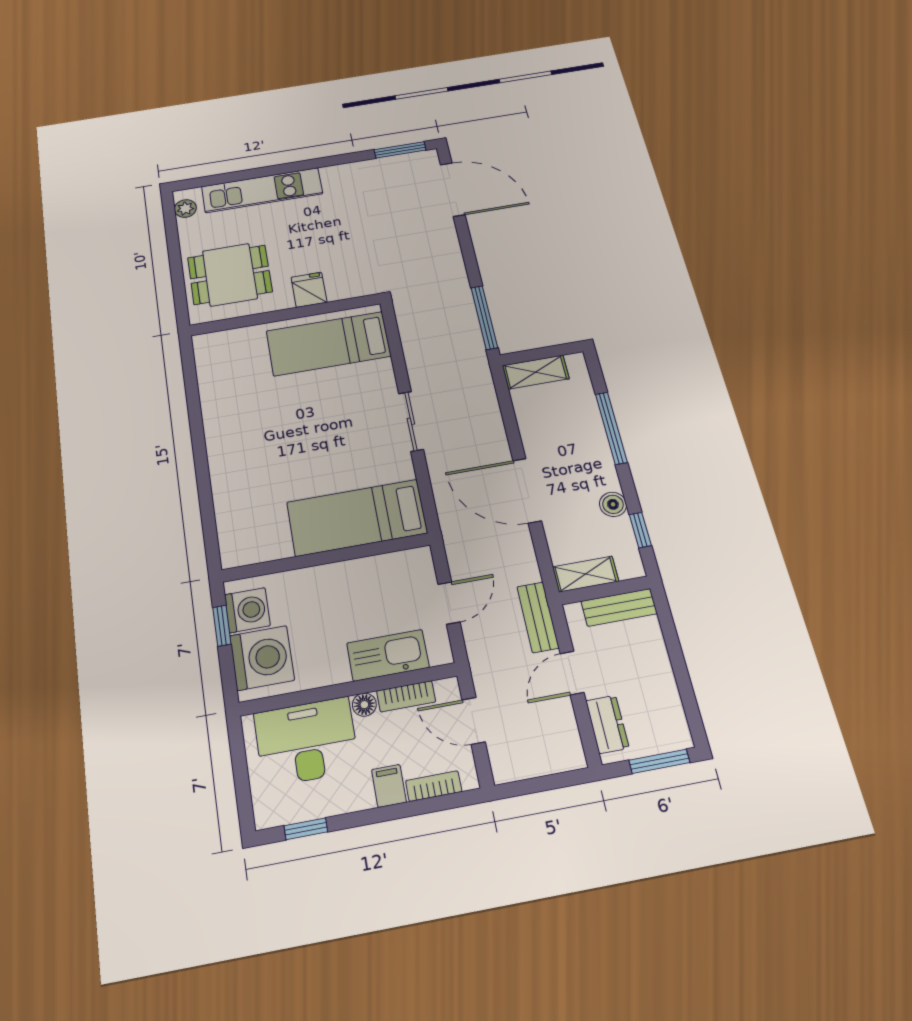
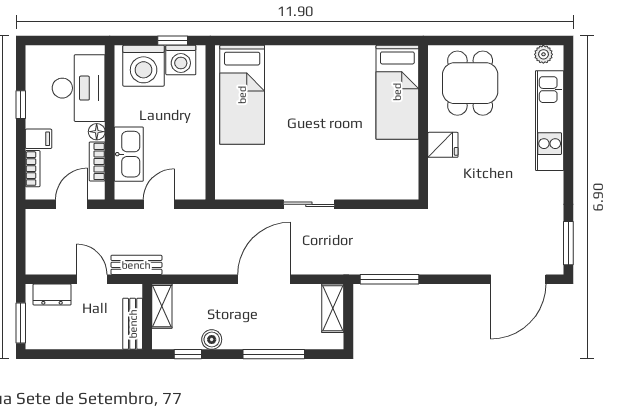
bed: (328, 344) -> (397, 92), moved, turned 180
door: (527, 491) -> (264, 279), moved
bed: (357, 518) -> (242, 95), moved, turned 180
door: (449, 603) -> (159, 204), swing flipped
window: (306, 829) -> (21, 105), moved

